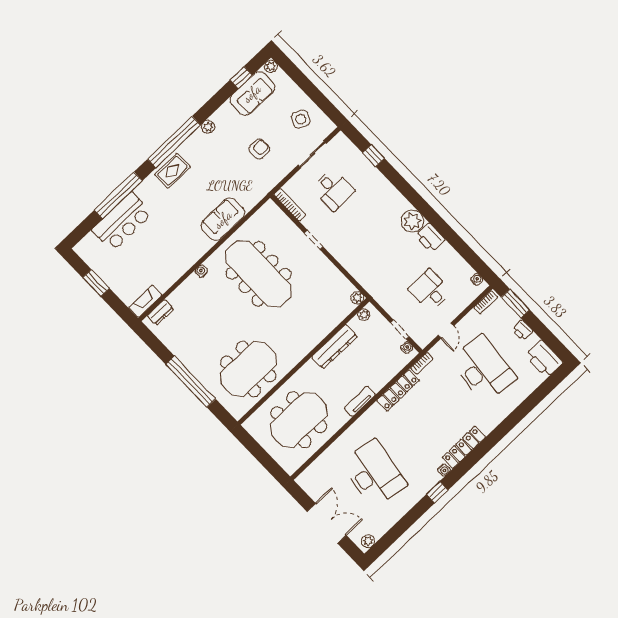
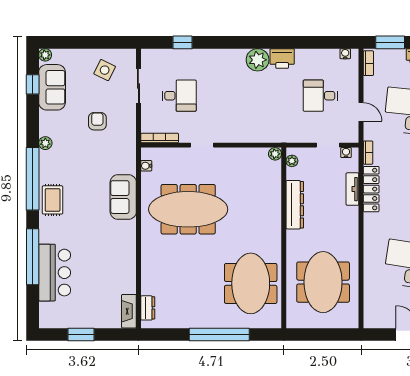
water cooler: (201, 271) -> (146, 166), moved
tv unit: (360, 401) -> (352, 189), moved

